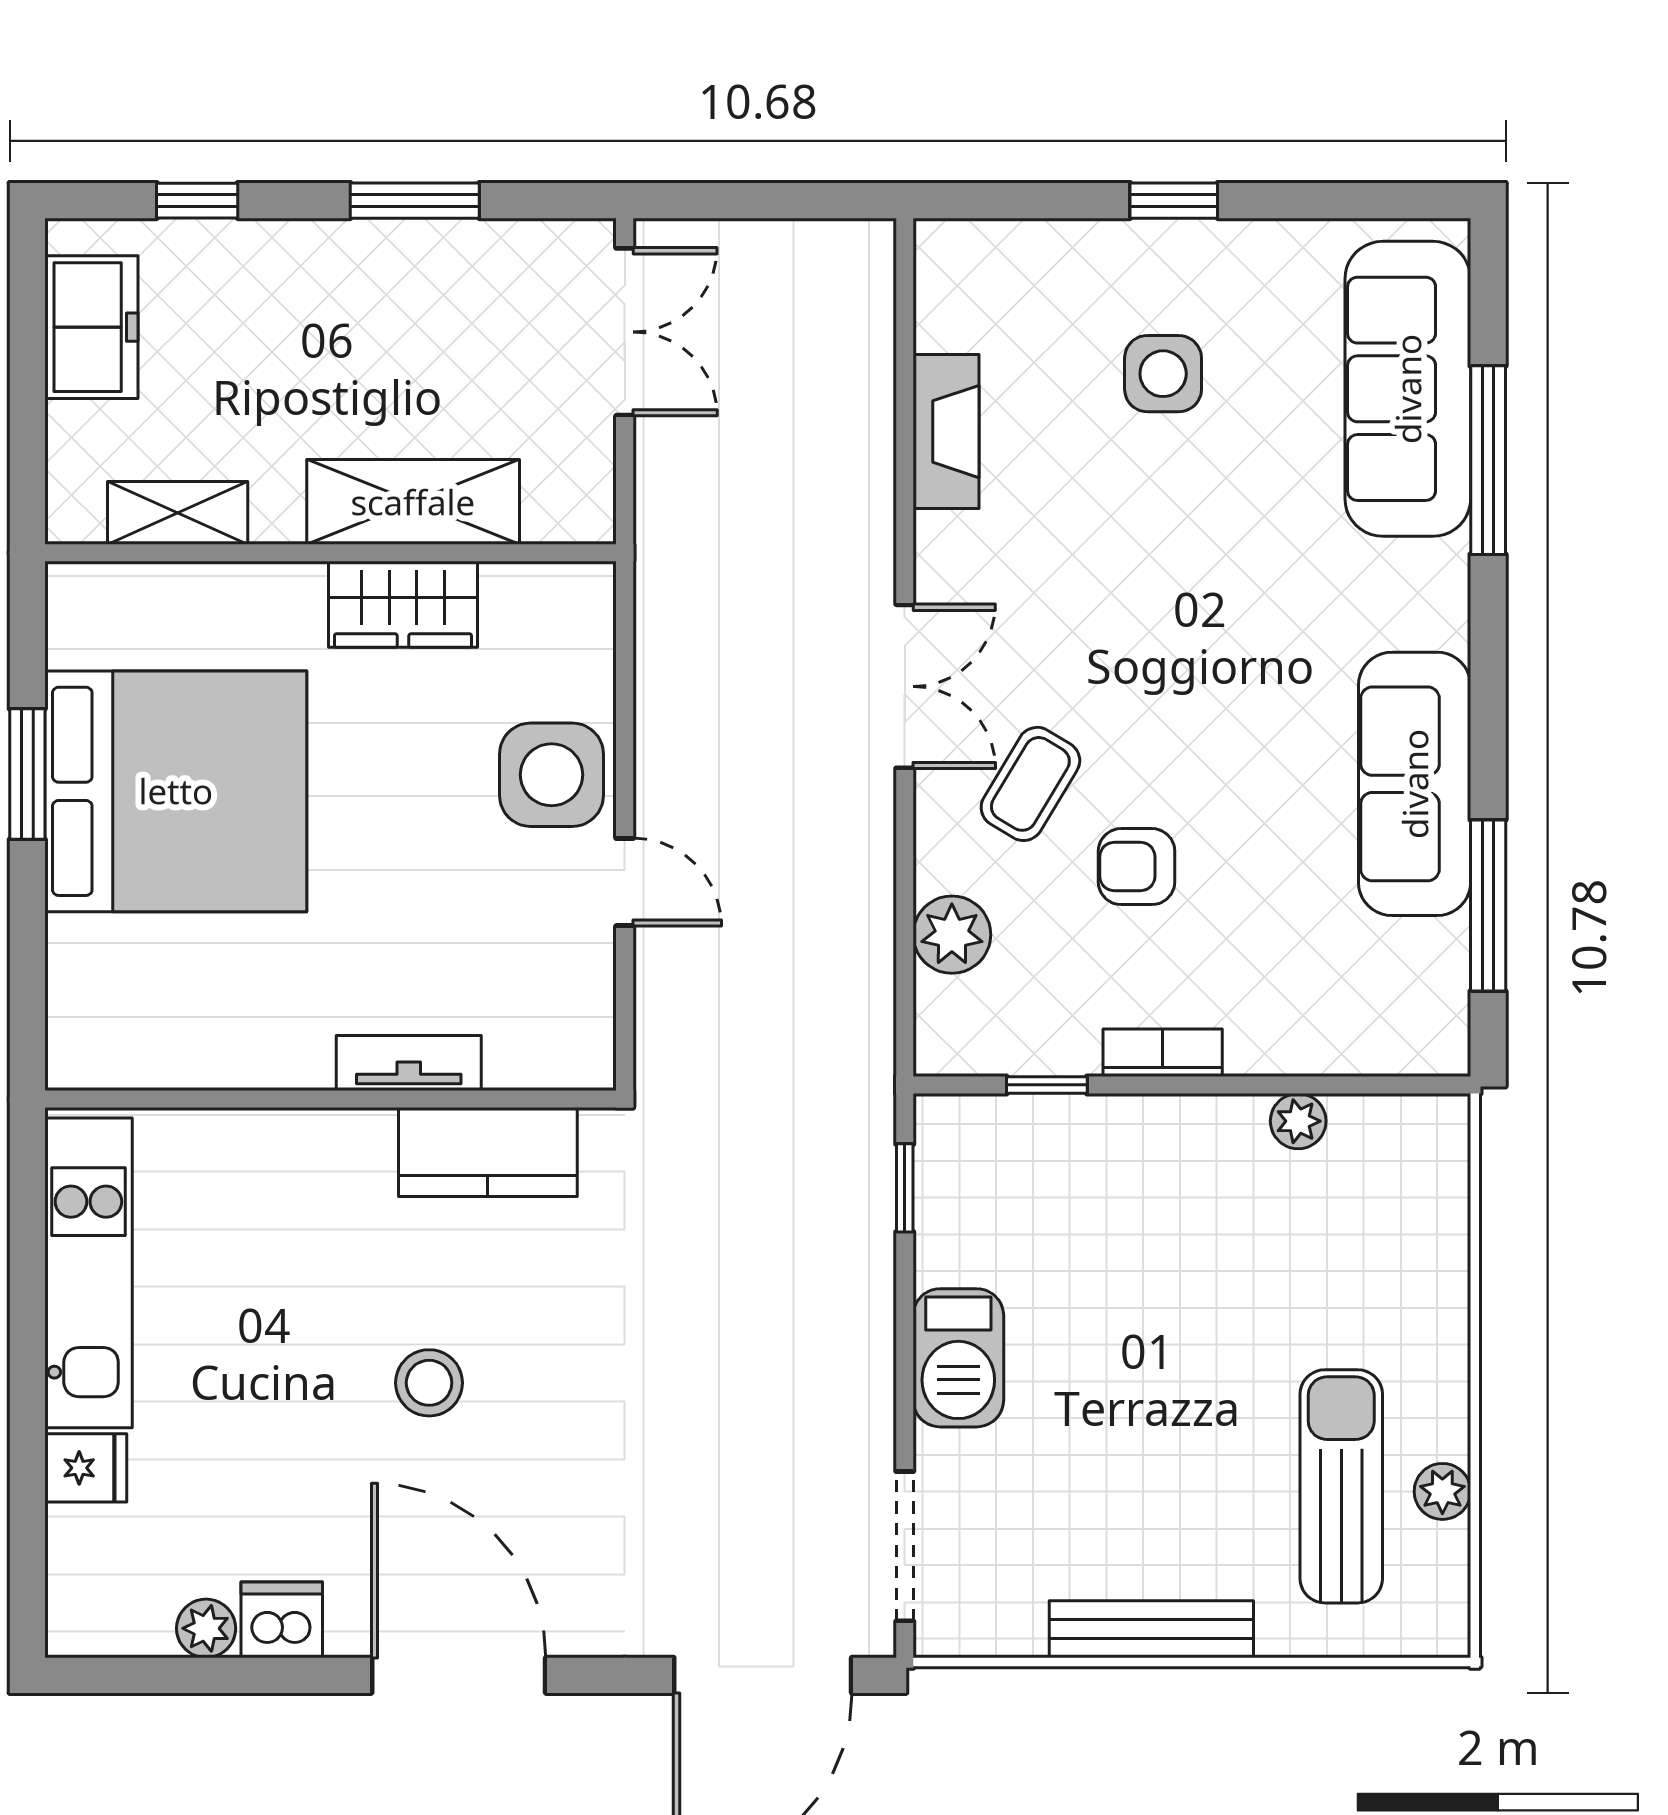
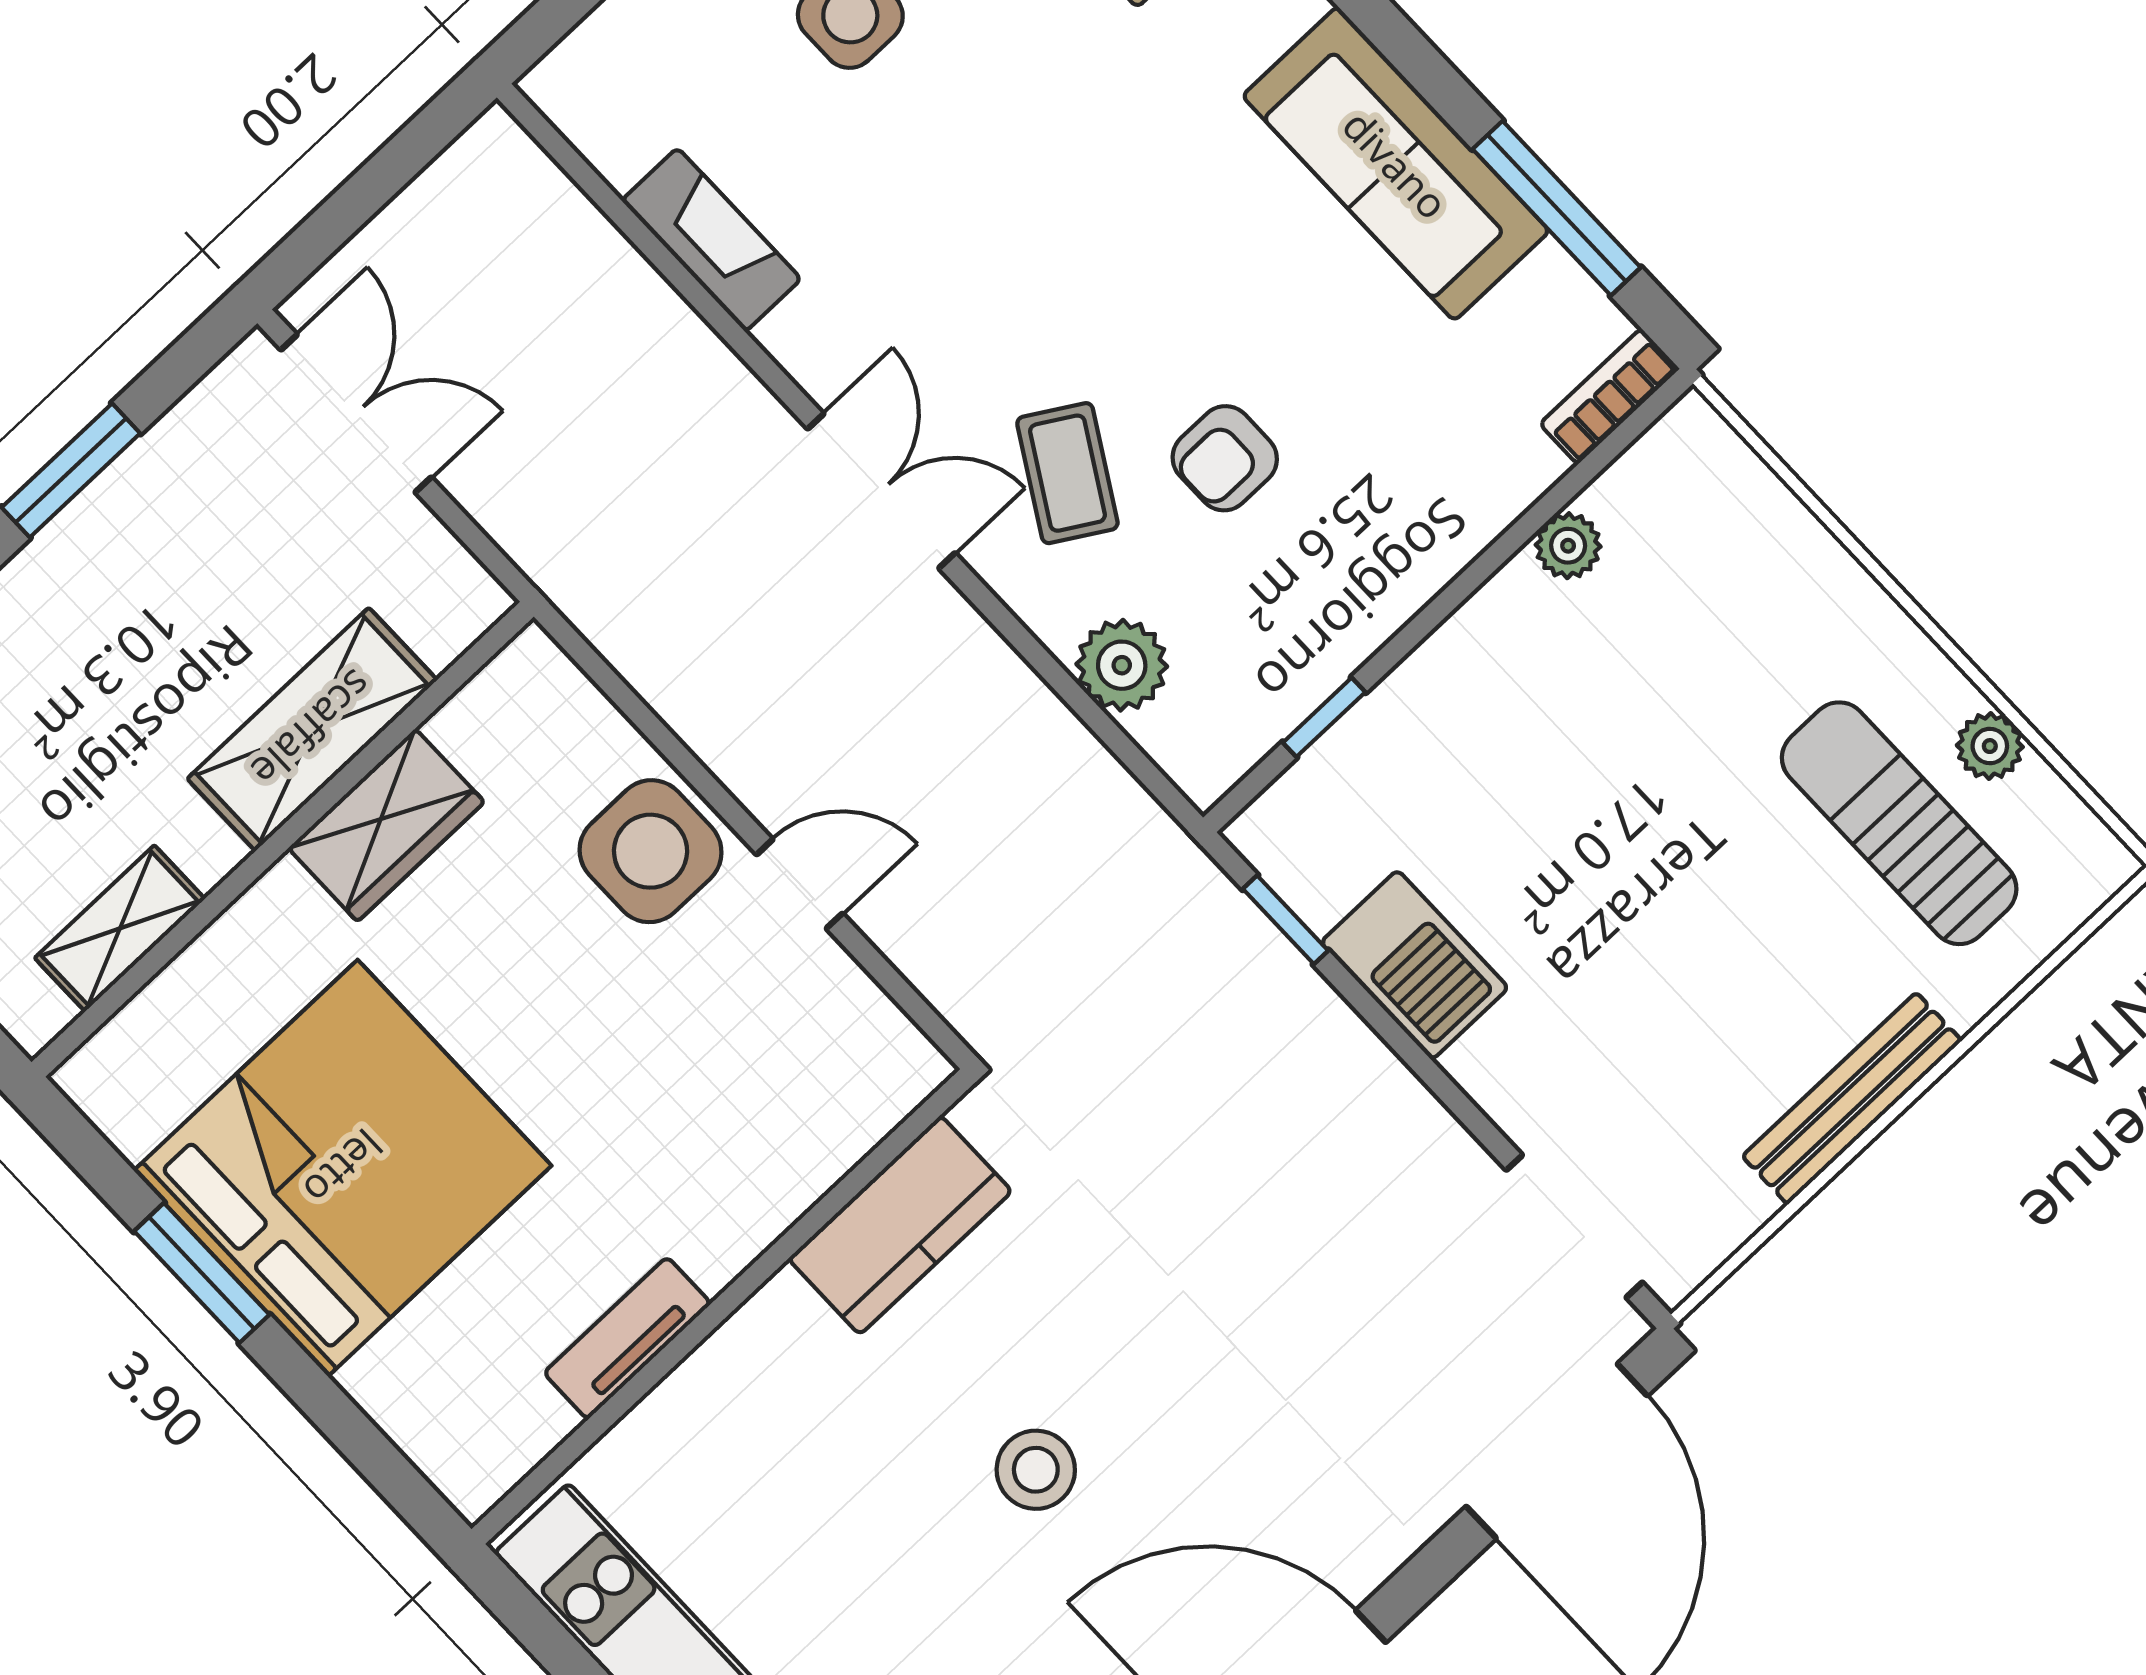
bookcase: (1163, 1053) -> (1609, 396), moved
tv unit: (409, 1063) -> (627, 1338), moved
barbecue: (958, 1358) -> (1415, 965), moved

